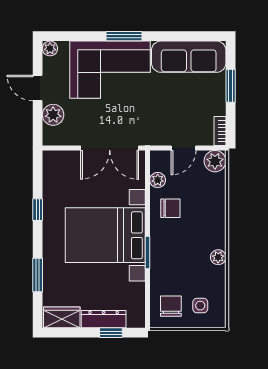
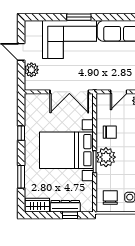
plant: (50, 48) -> (29, 25), removed
plant: (158, 180) -> (106, 157), moved, width x1.87, depth x1.87

